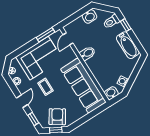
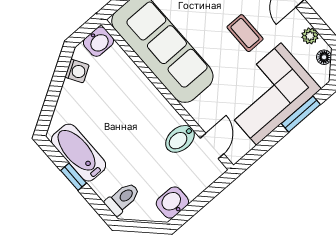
window: (126, 25) -> (73, 177), moved
window: (45, 35) -> (301, 114), moved
bidet: (87, 53) -> (180, 139), moved

